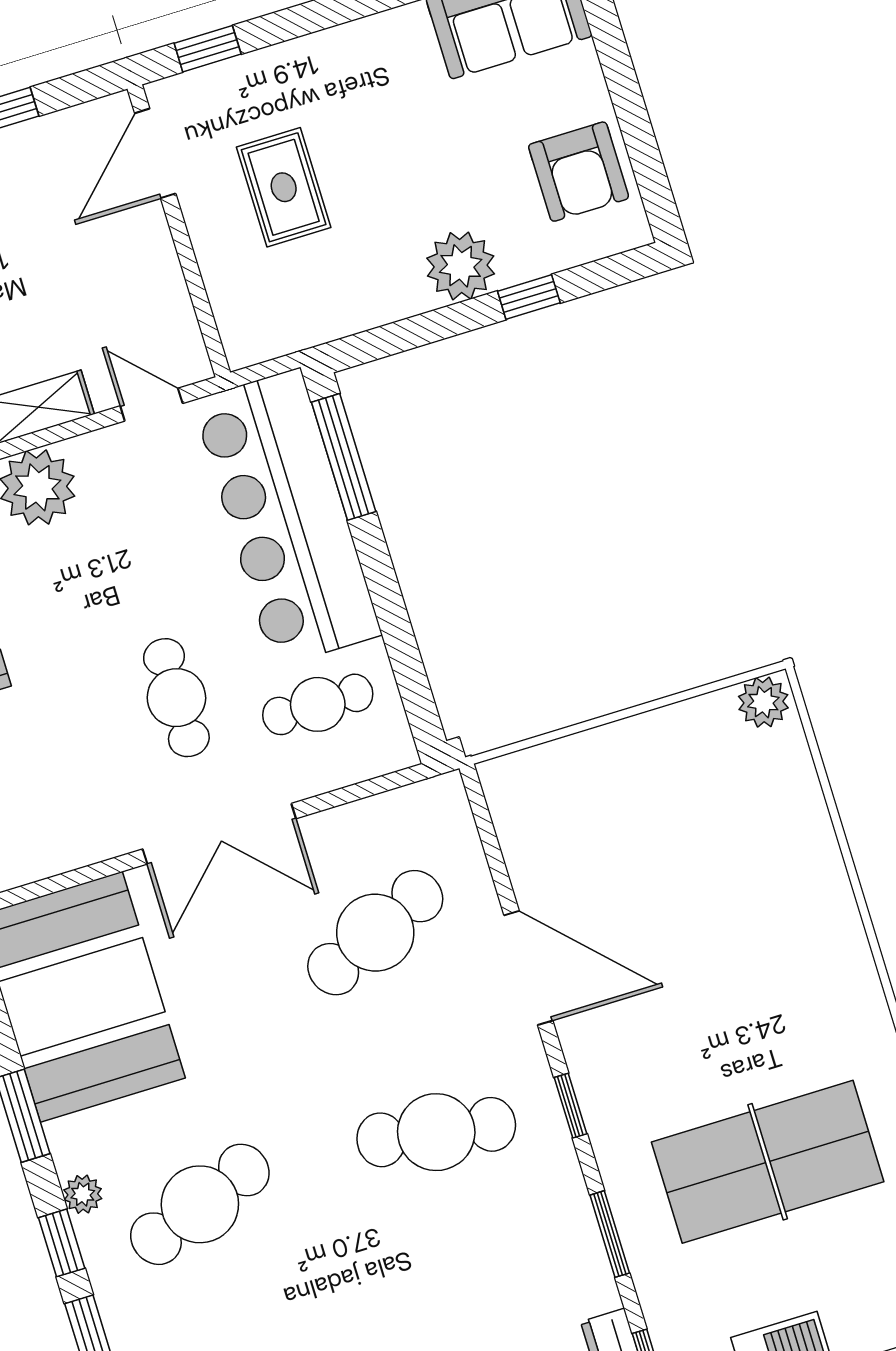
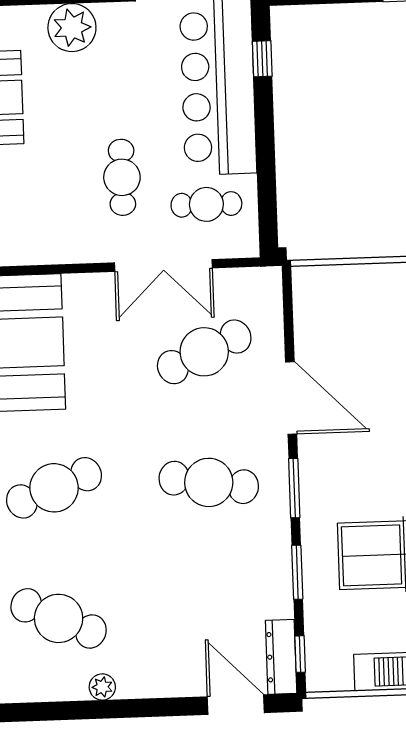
window: (344, 457) -> (262, 59), width x0.46
double door: (219, 834) -> (163, 265), moved
window: (570, 1106) -> (294, 488), width x1.50

